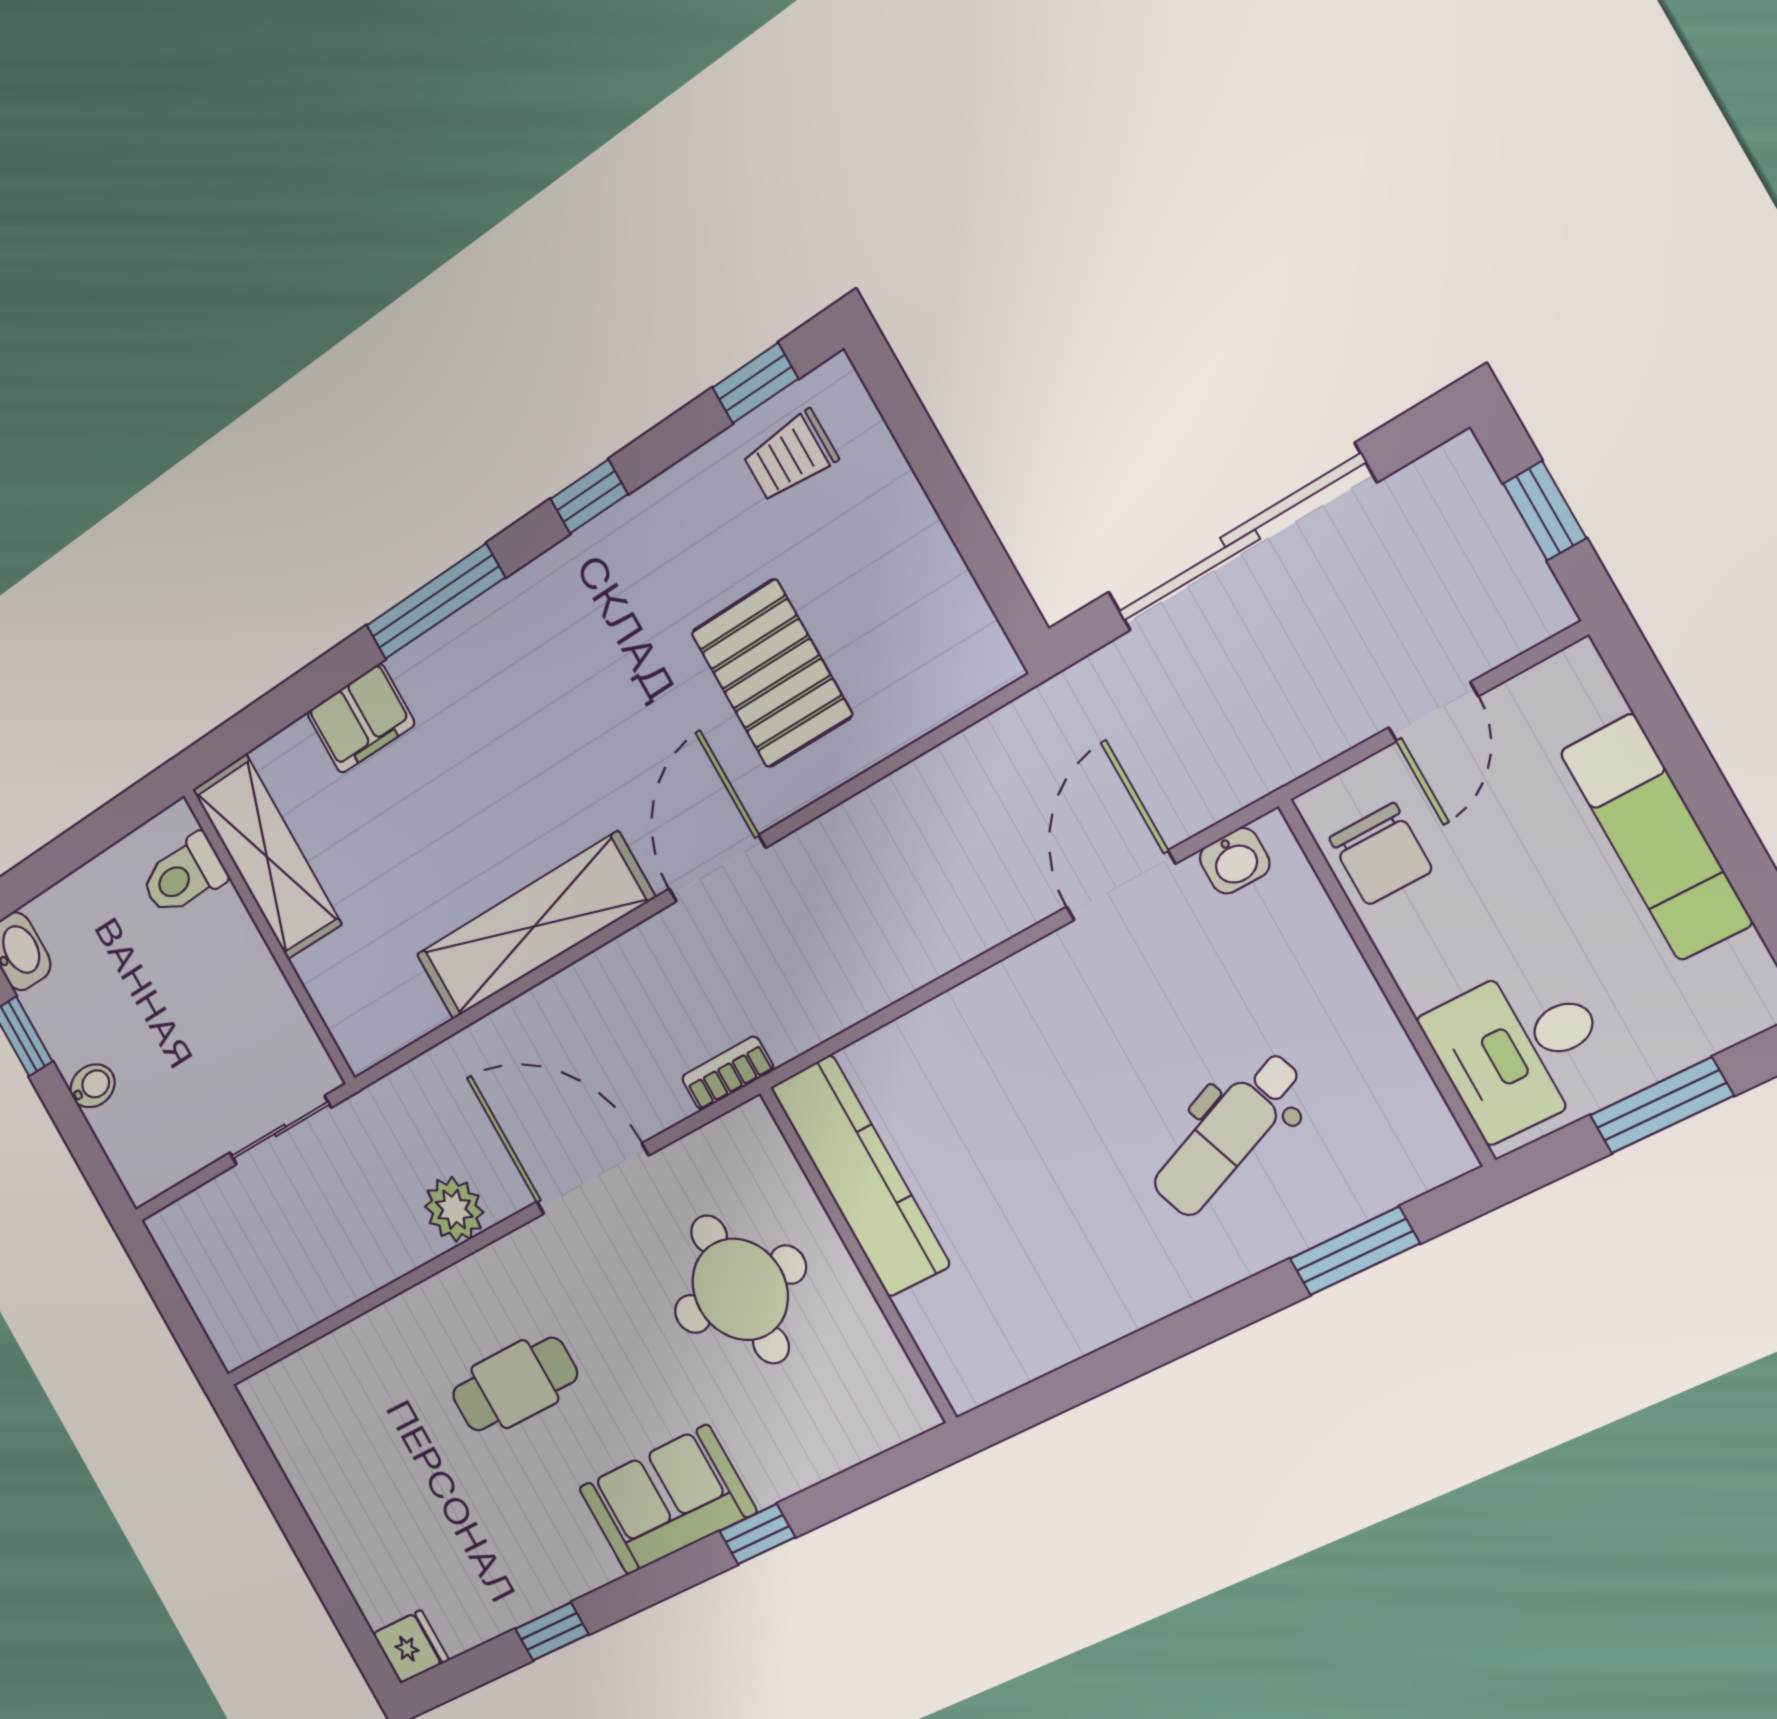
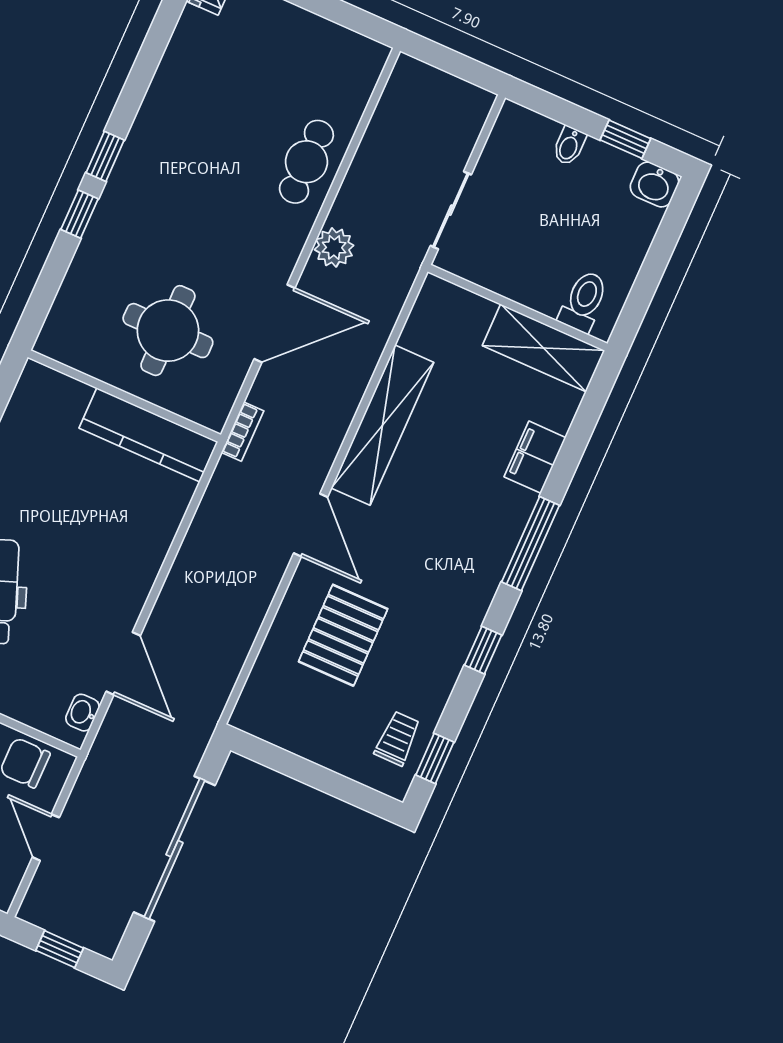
pallet: (772, 674) -> (343, 635), turned 90
cafe table: (515, 1384) -> (306, 162), moved
sofa: (667, 1500) -> (133, 191), removed
window: (552, 1632) -> (105, 156), moved

